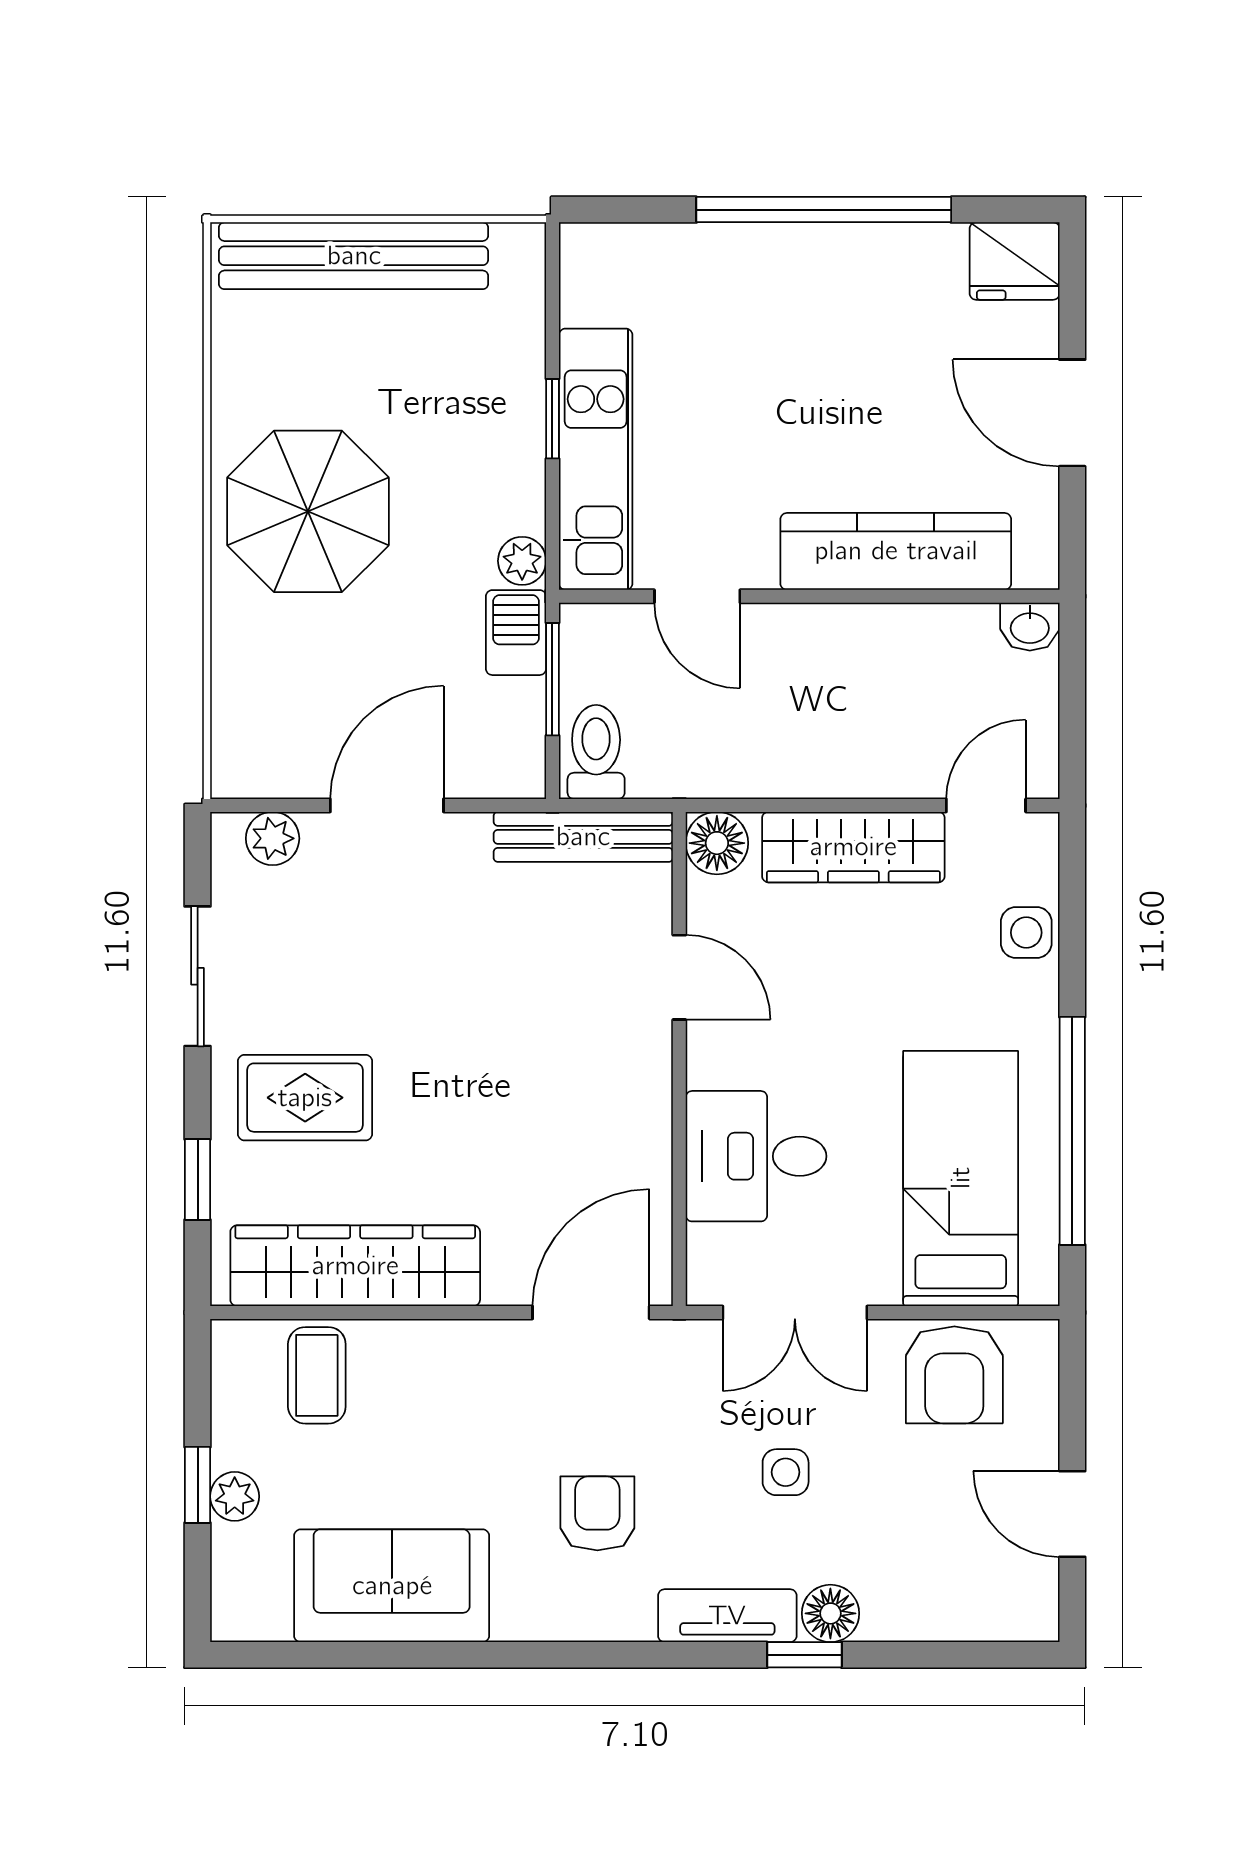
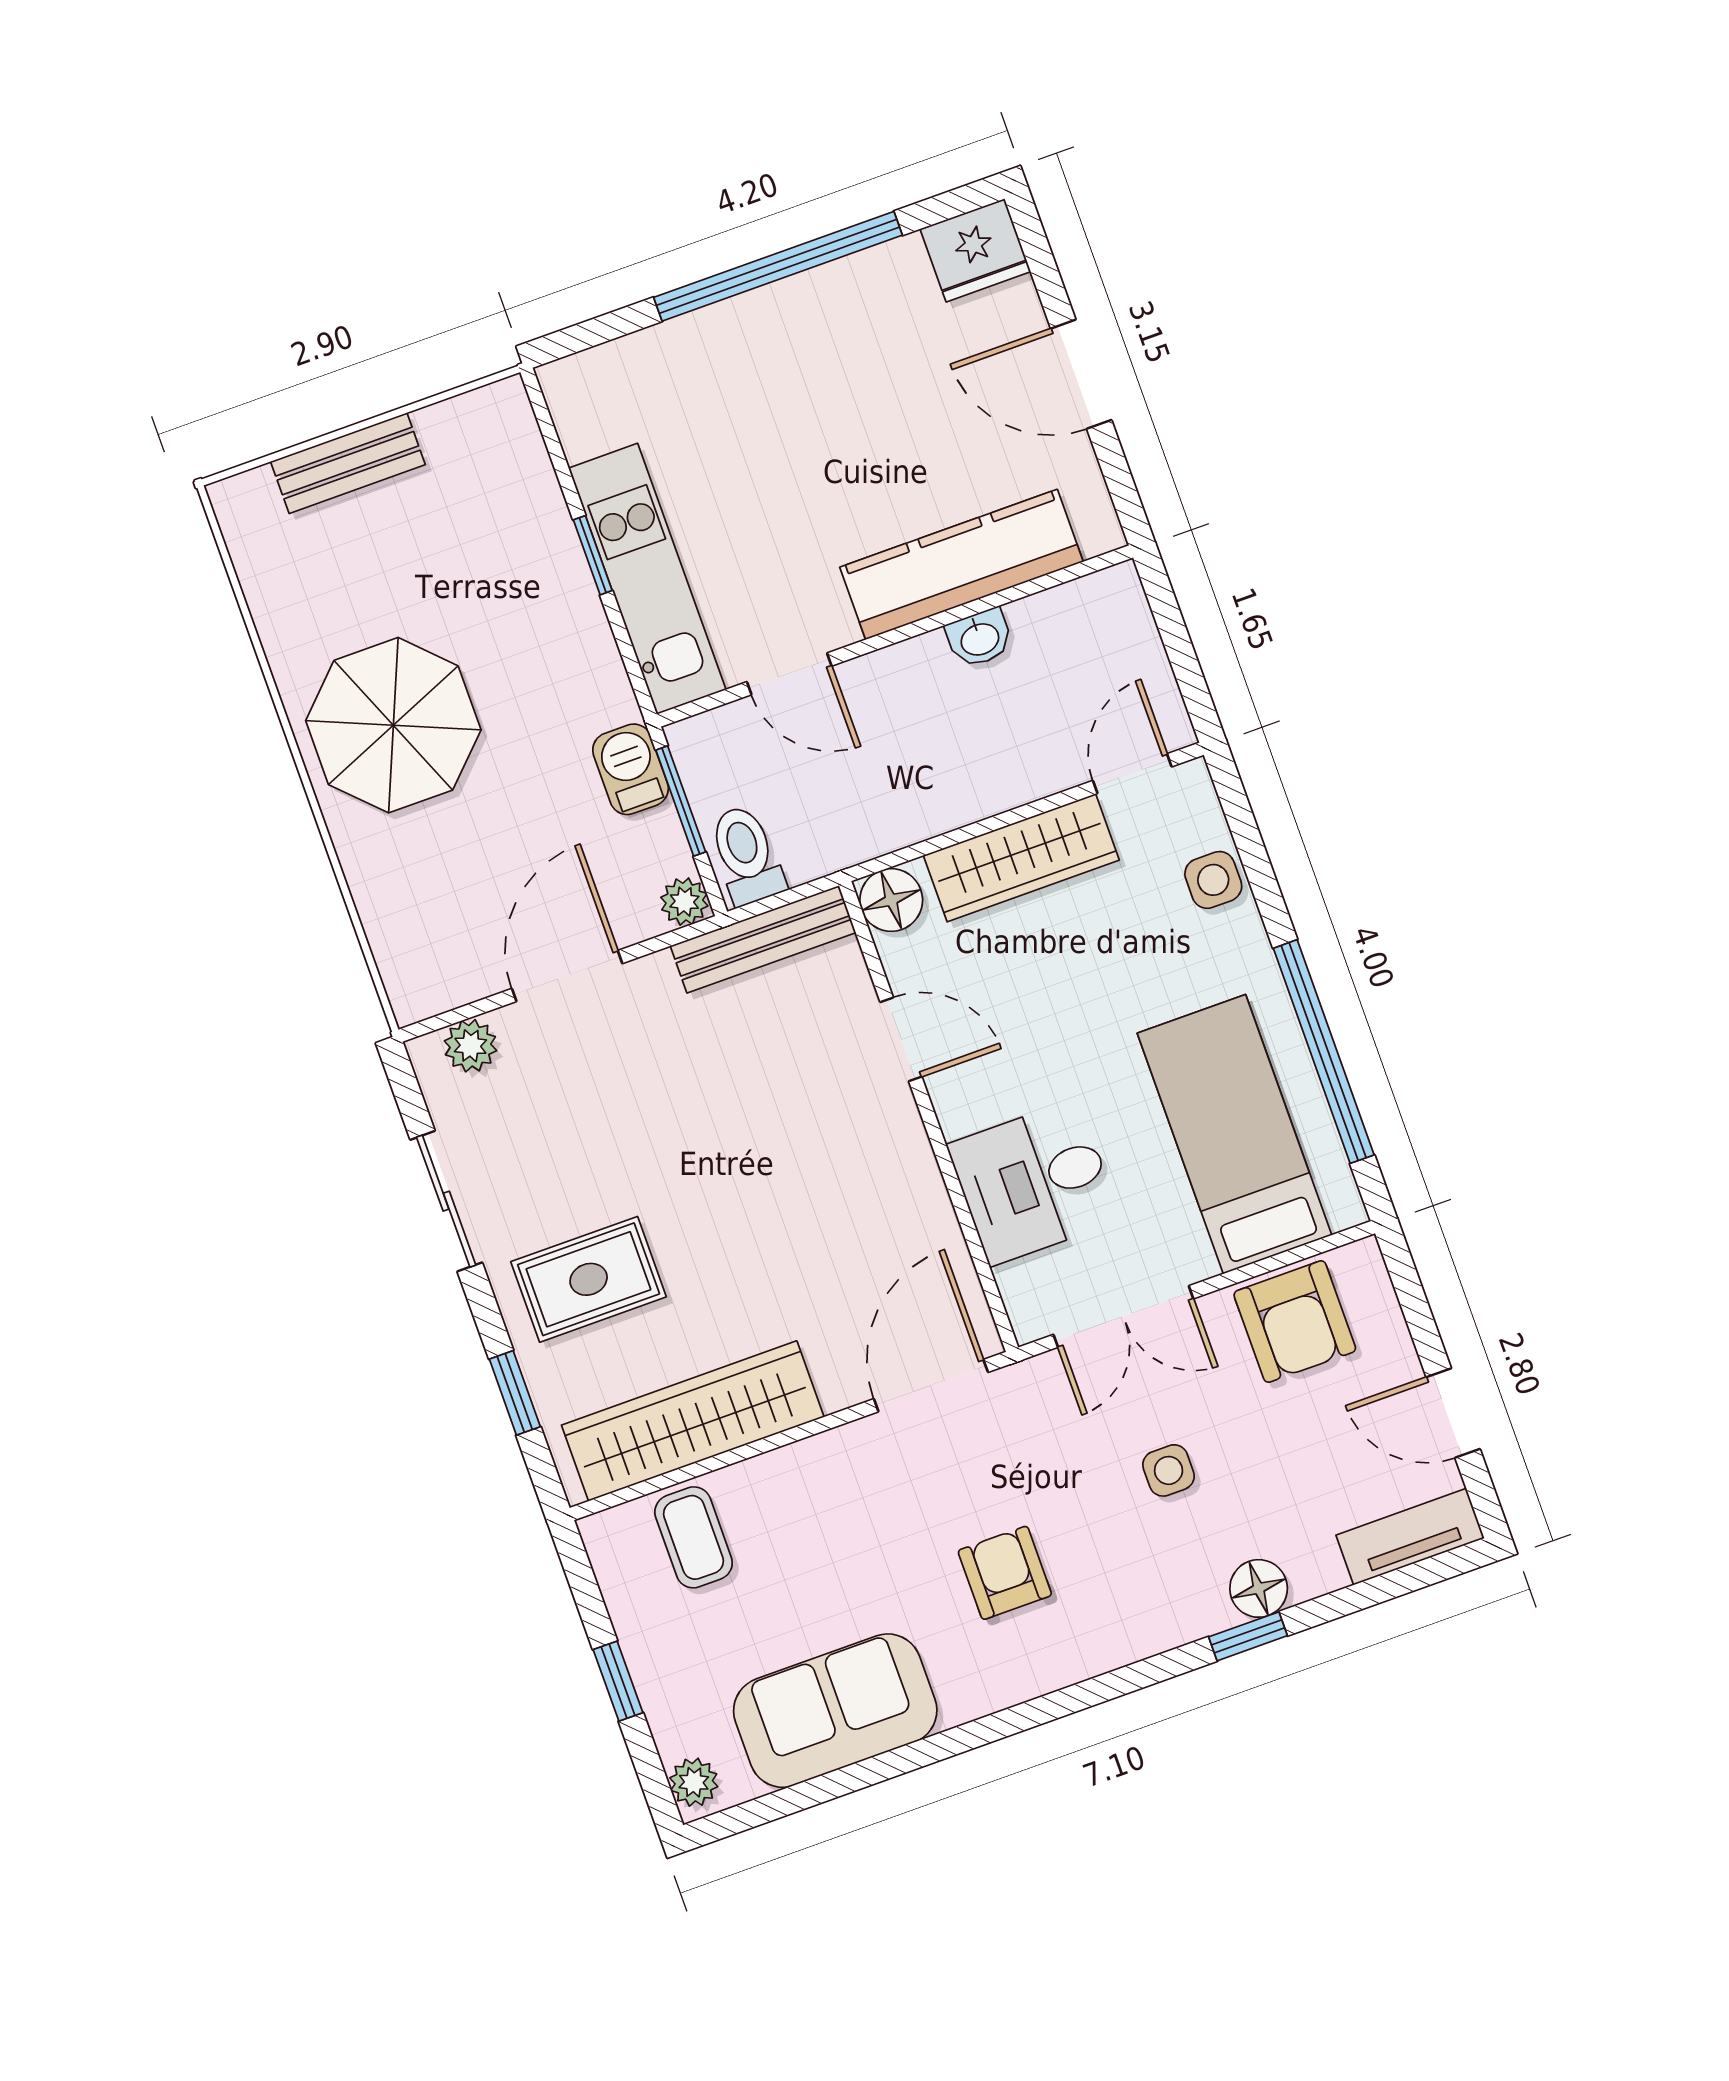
bench: (354, 256) -> (348, 463), width x0.54, depth x0.82
plant: (522, 561) -> (684, 902), moved
washbasin: (1030, 627) -> (979, 638), moved
plant: (235, 1496) -> (694, 1782), moved
tv unit: (727, 1616) -> (1410, 1537), moved

